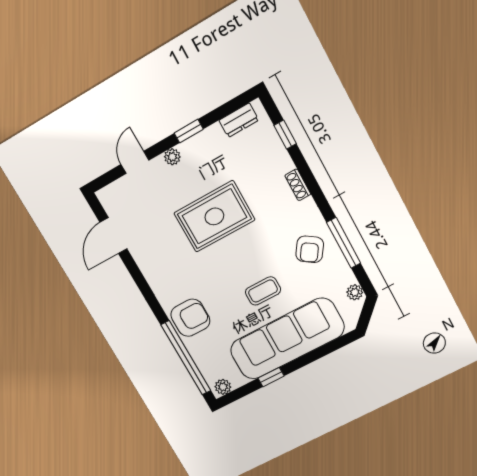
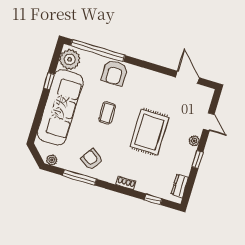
coffee table: (263, 291) -> (107, 113), moved
plant: (223, 387) -> (70, 59), width x1.87, depth x1.87

